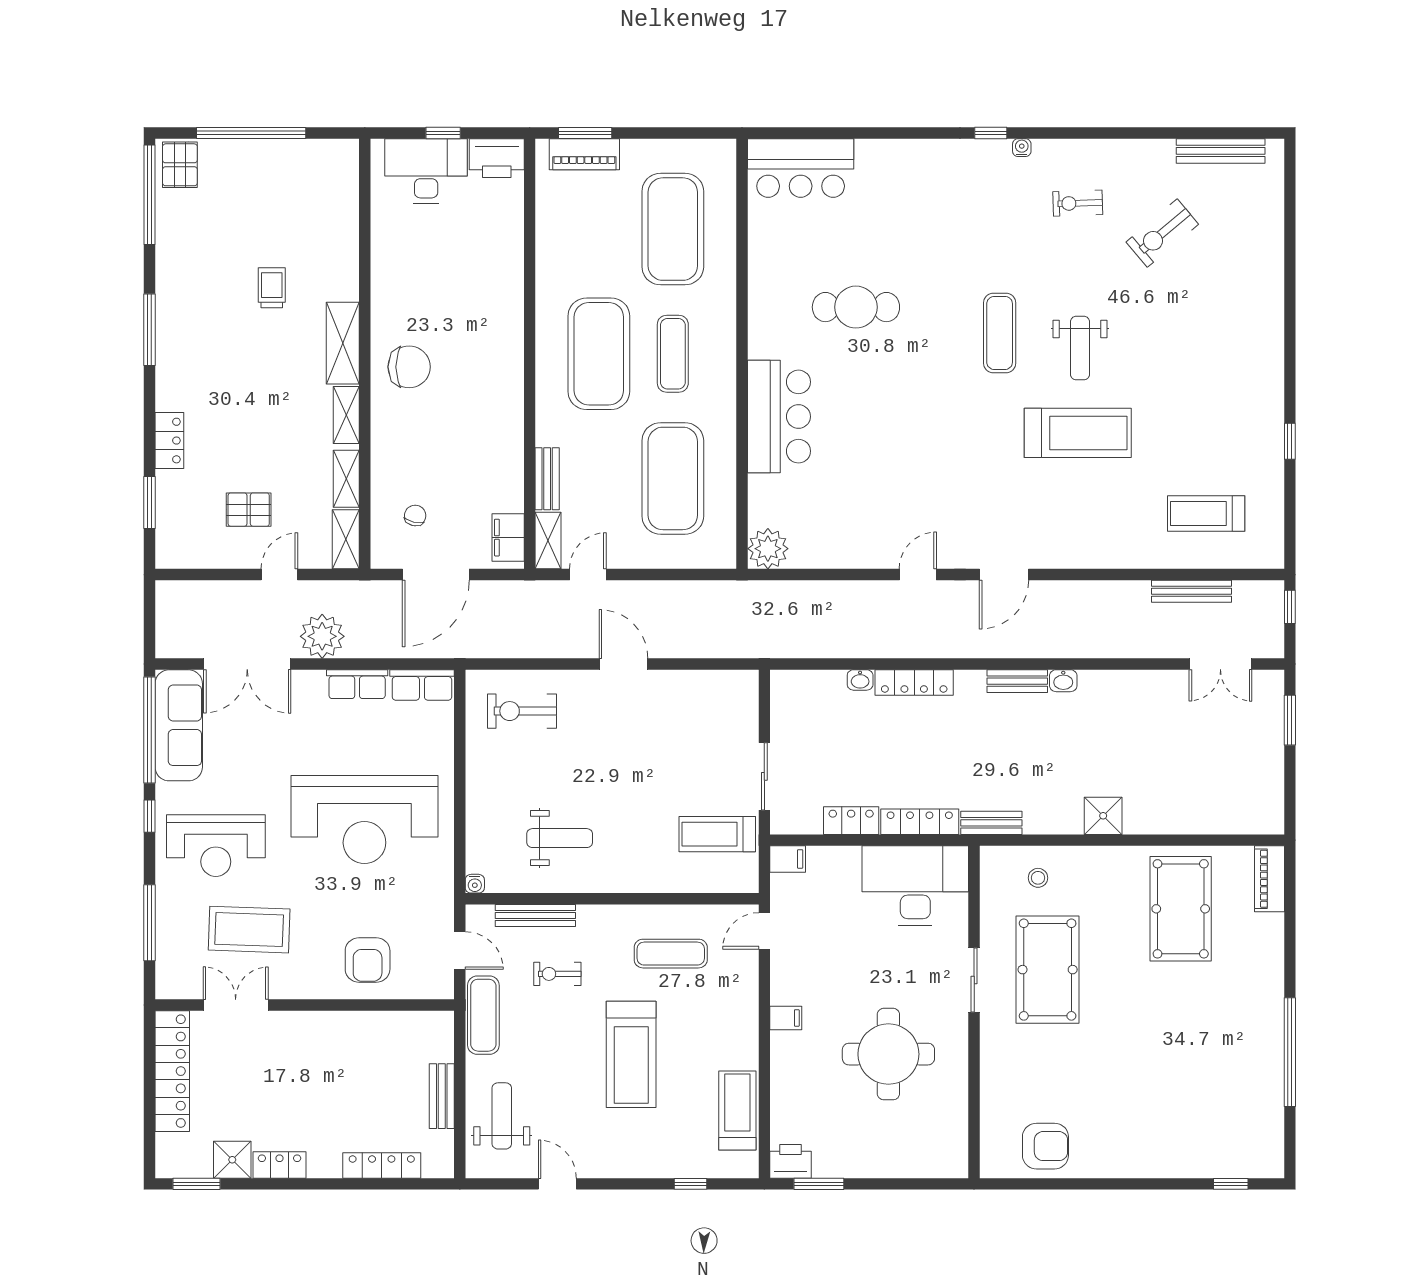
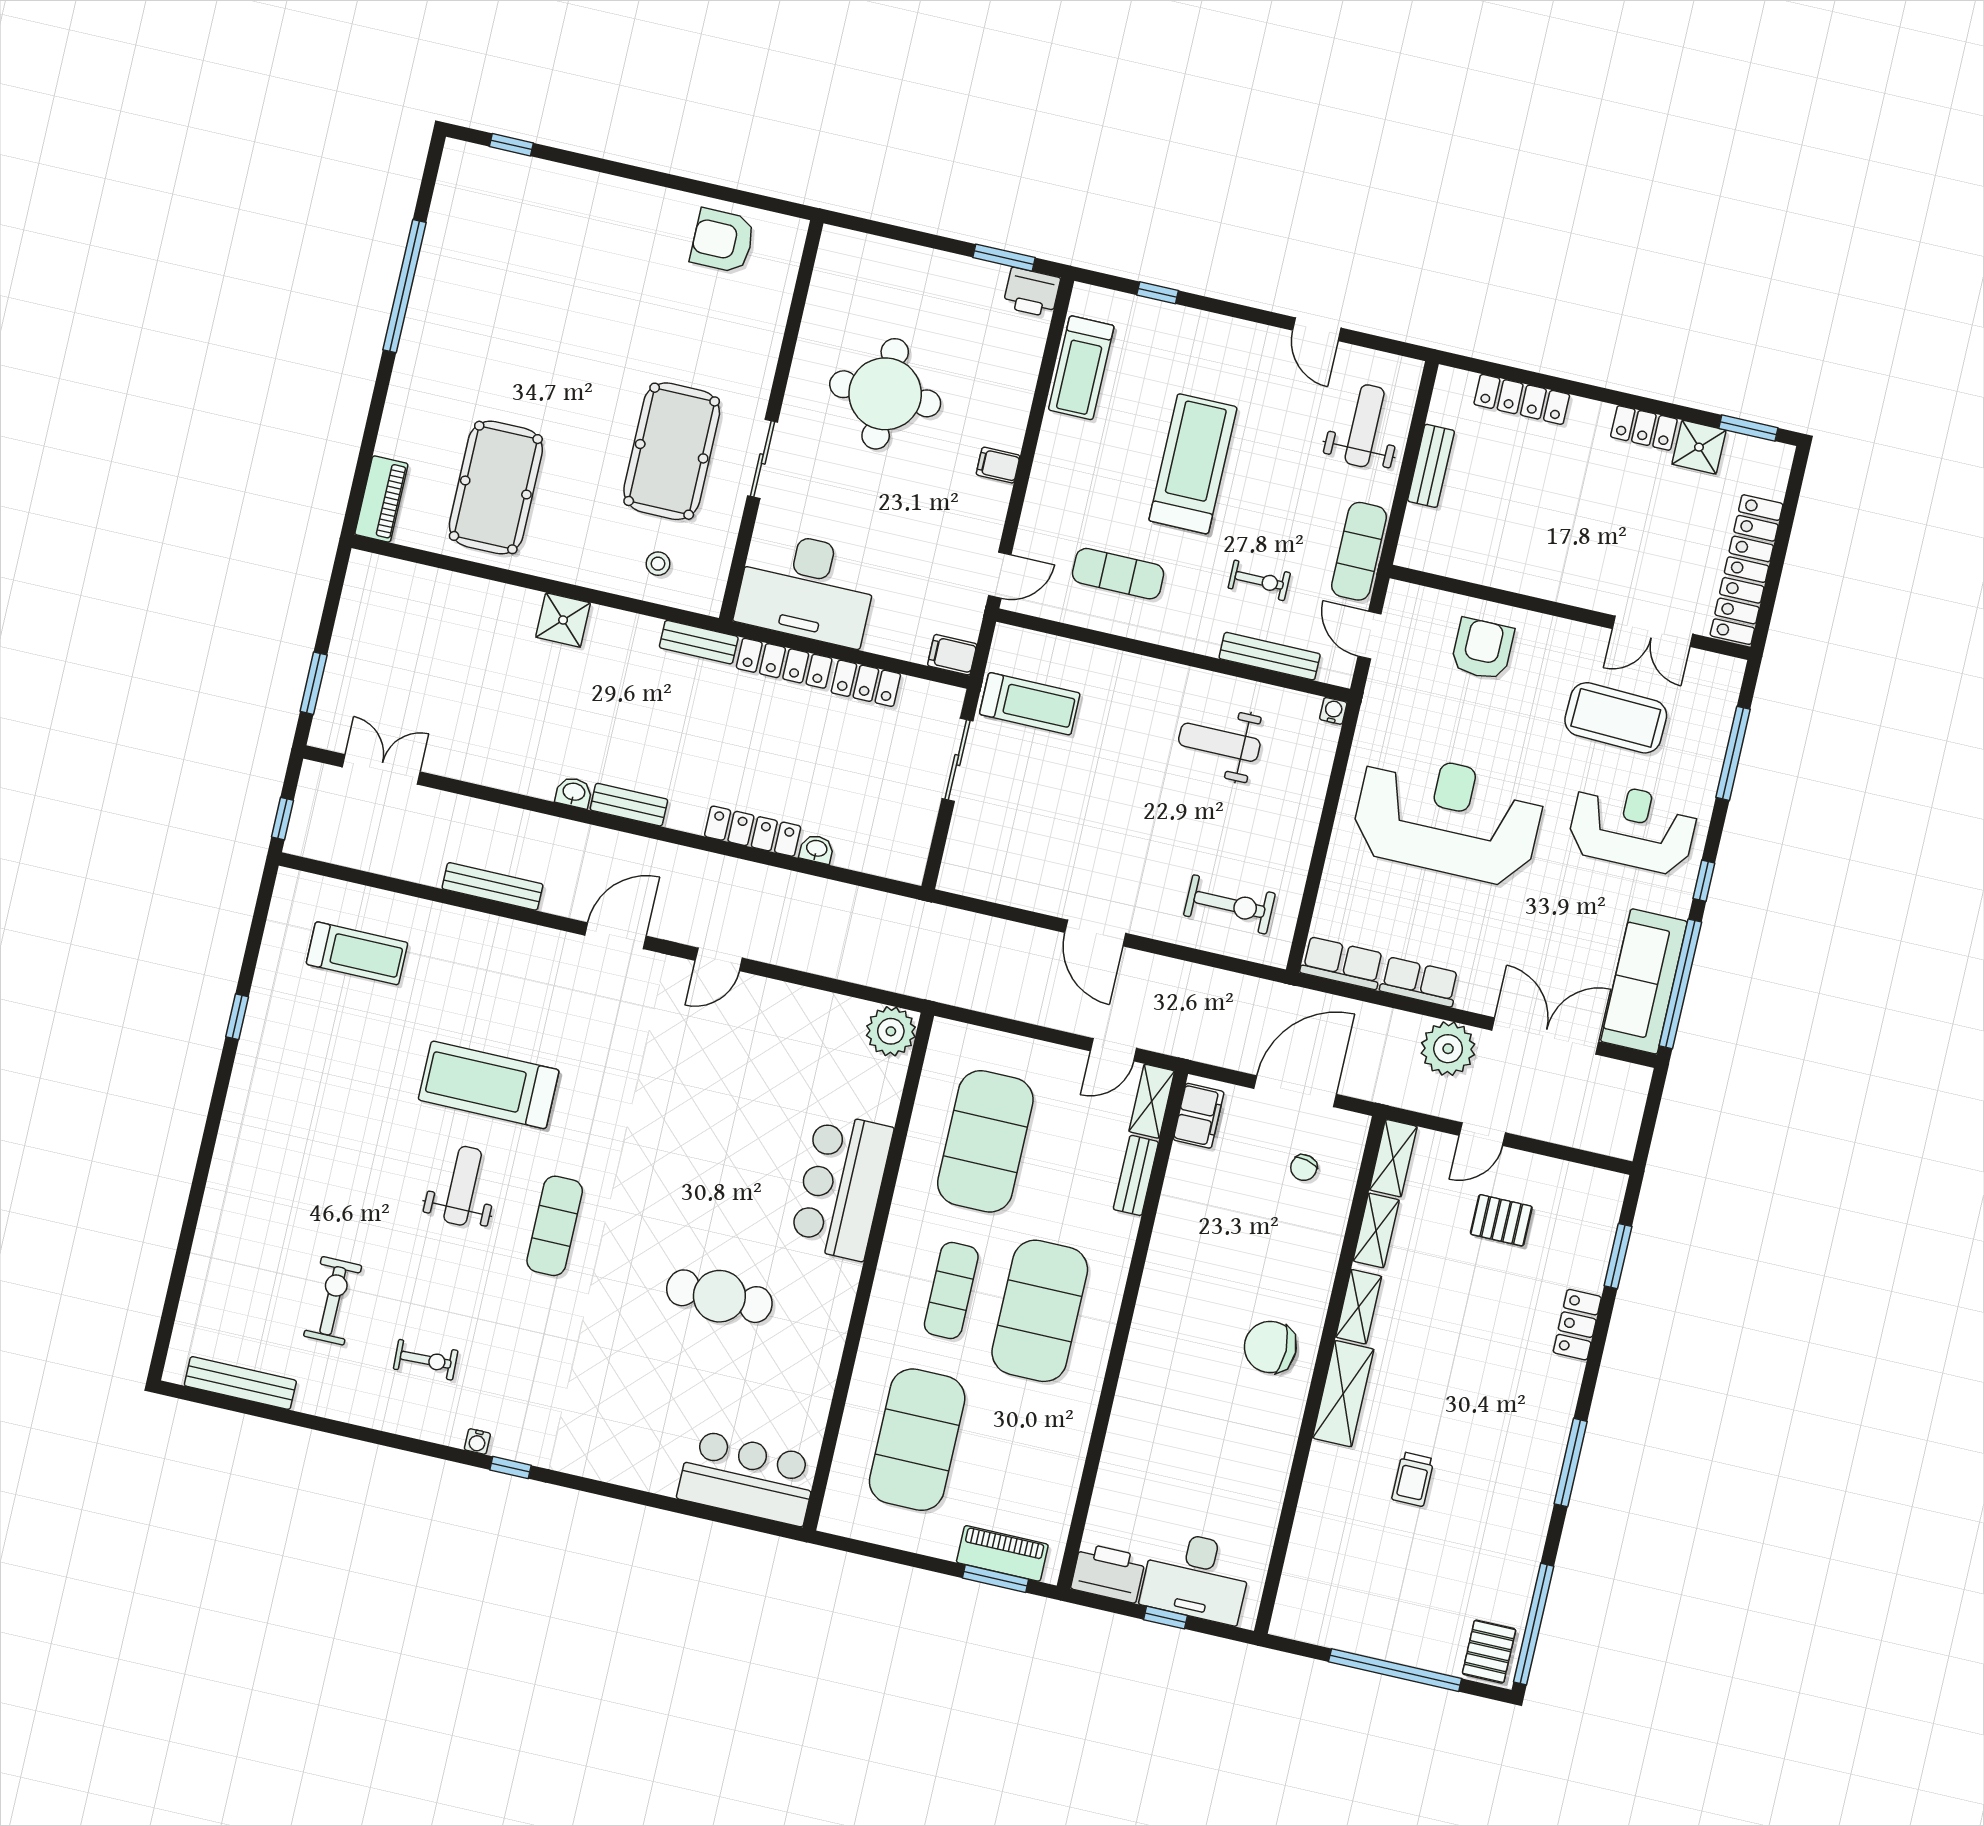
exercise bike: (1162, 233) -> (333, 1301), turned -50
bench: (1192, 591) -> (492, 886), moved
weight bench: (502, 1116) -> (1365, 426), turned 180

